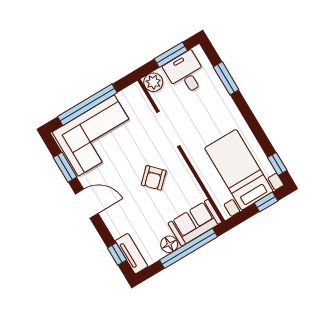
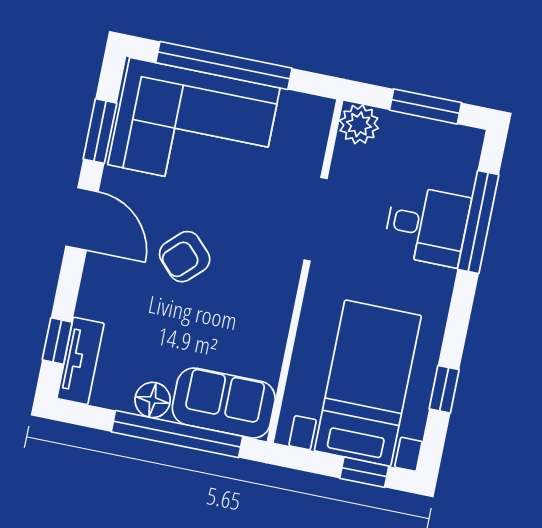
desk: (186, 73) -> (427, 226), moved, turned 90
window: (226, 78) -> (478, 222), width x1.44
window: (277, 164) -> (444, 389), moved
armchair: (154, 178) -> (185, 257), moved

